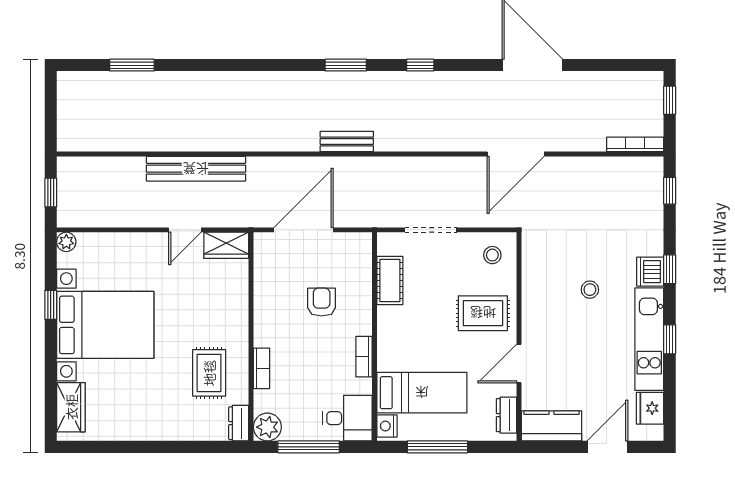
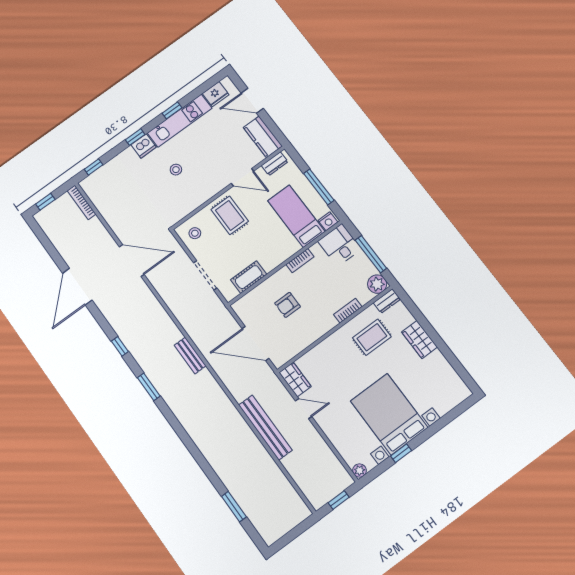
wardrobe: (71, 407) -> (419, 340), moved, turned -90

